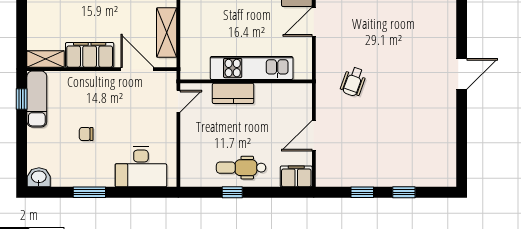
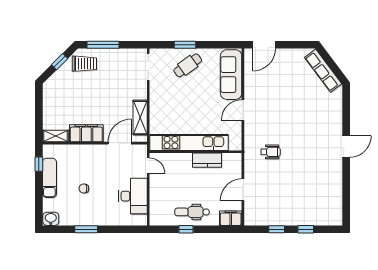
kitchen unit: (252, 68) -> (189, 142), width x1.36
door: (137, 69) -> (120, 143), hinge flipped
wheelchair: (353, 82) -> (271, 152), turned -110
kitchen counter: (233, 93) -> (207, 160), moved
exam couch: (37, 99) -> (49, 178), moved
door: (178, 101) -> (148, 166), hinge flipped
desk: (141, 167) -> (133, 196), moved, turned -90

